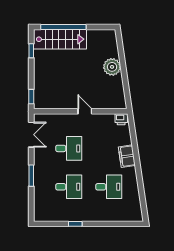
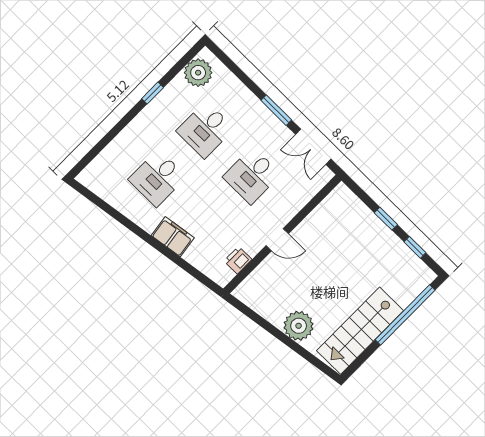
stairs: (60, 39) -> (360, 331), moved
window: (31, 97) -> (386, 219), moved
printer: (121, 119) -> (238, 260), moved
window: (31, 176) -> (276, 110), moved
plant: (48, 213) -> (198, 73), added

